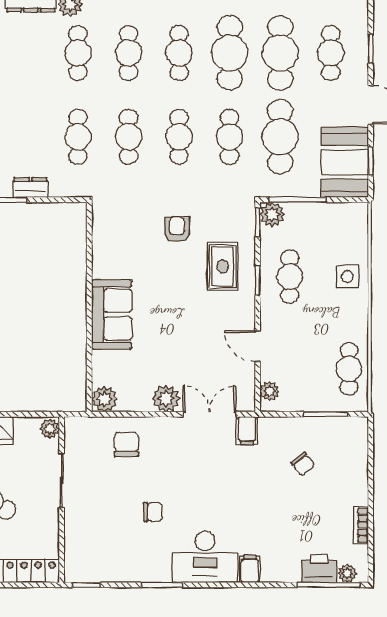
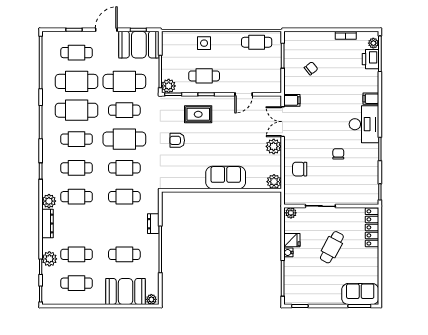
cafe table: (179, 137) -> (124, 139), width x1.37, depth x1.35
plant: (270, 391) -> (269, 87), removed

